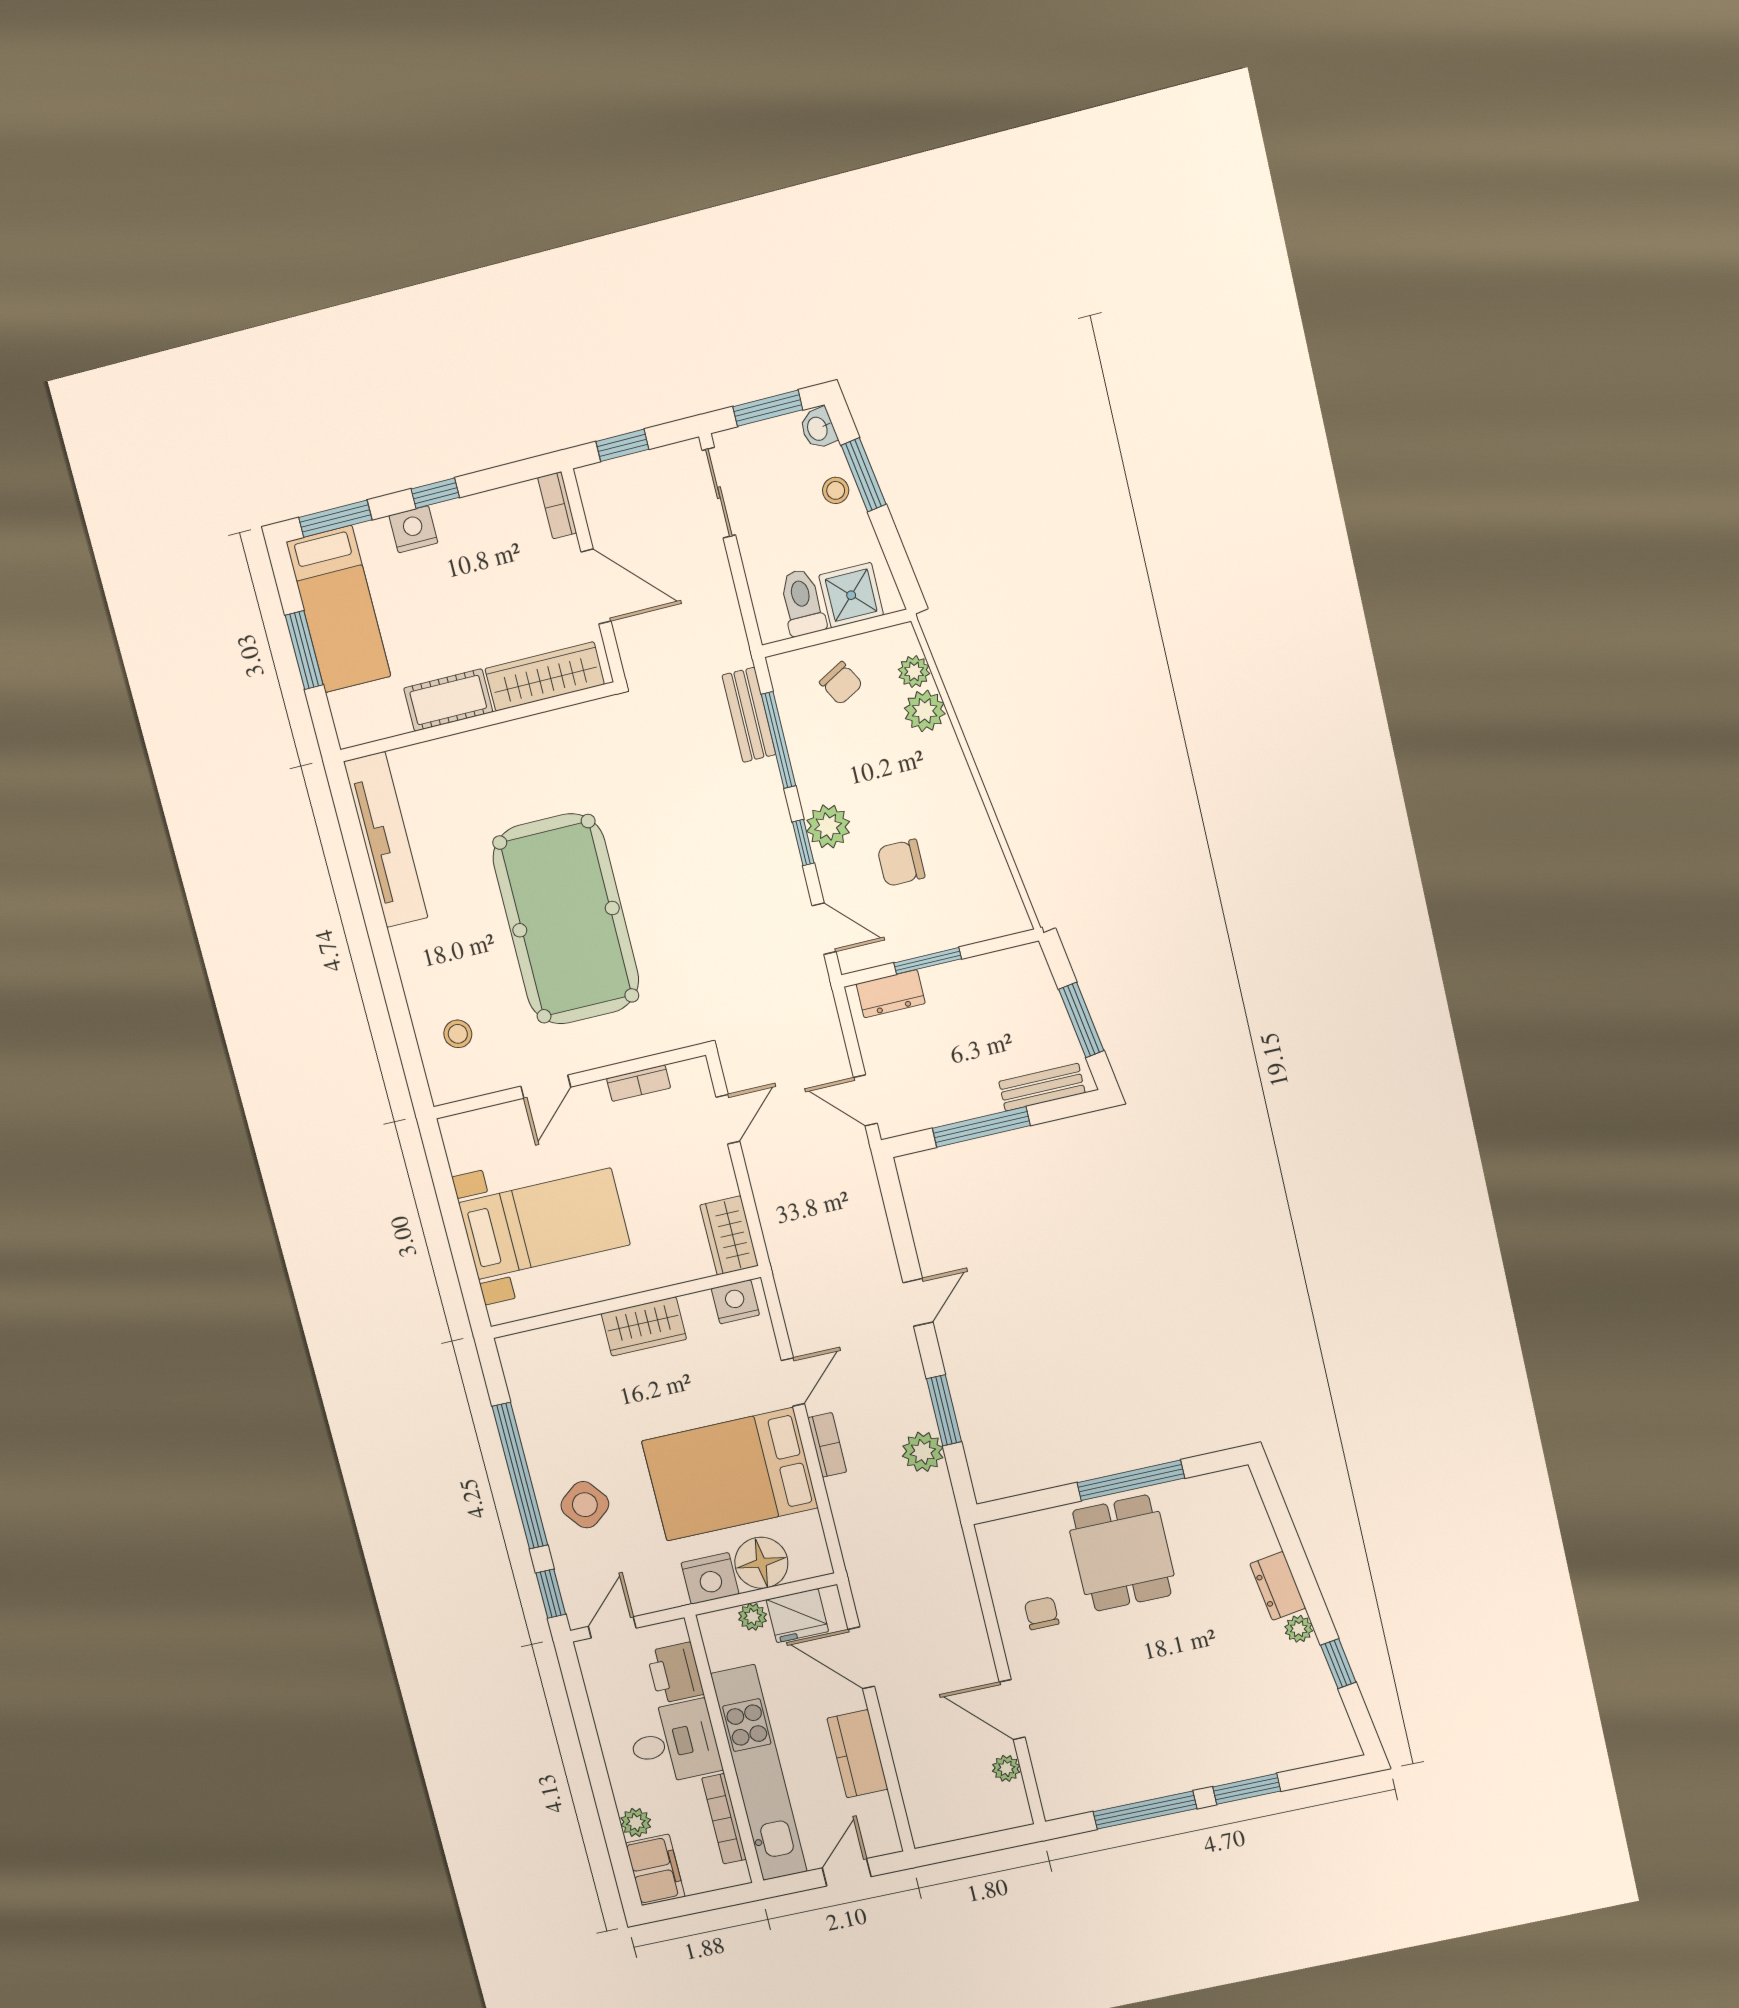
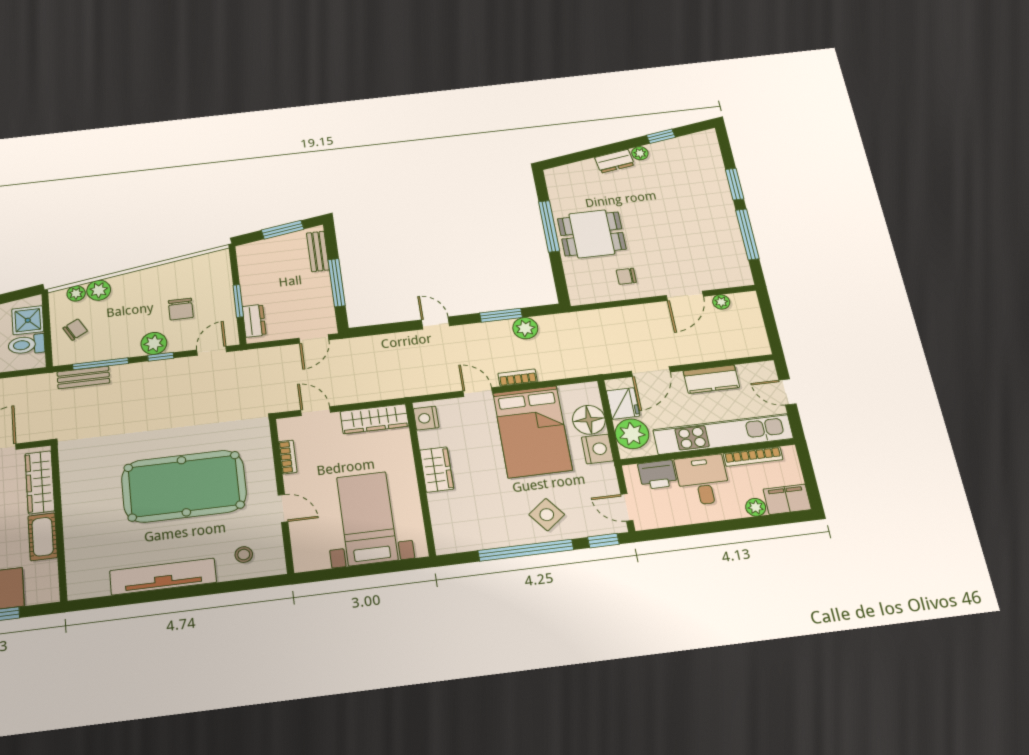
tv unit: (386, 840) -> (163, 577), moved
wardrobe: (729, 1235) -> (375, 419), width x1.50
plant: (753, 1617) -> (632, 434), width x1.88, depth x1.88

